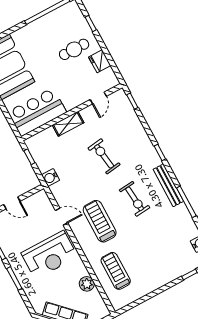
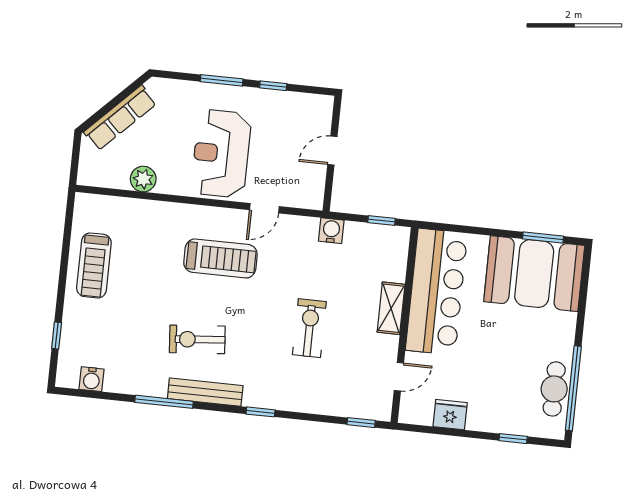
cafe table: (74, 49) -> (554, 389), moved
door: (98, 98) -> (399, 377), swing flipped
bar counter: (37, 112) -> (437, 292), width x1.36
exercise bike: (104, 156) -> (309, 328), turned -82
exercise bike: (135, 199) -> (197, 339), moved
treadmill: (116, 271) -> (94, 265), moved, turned 90

